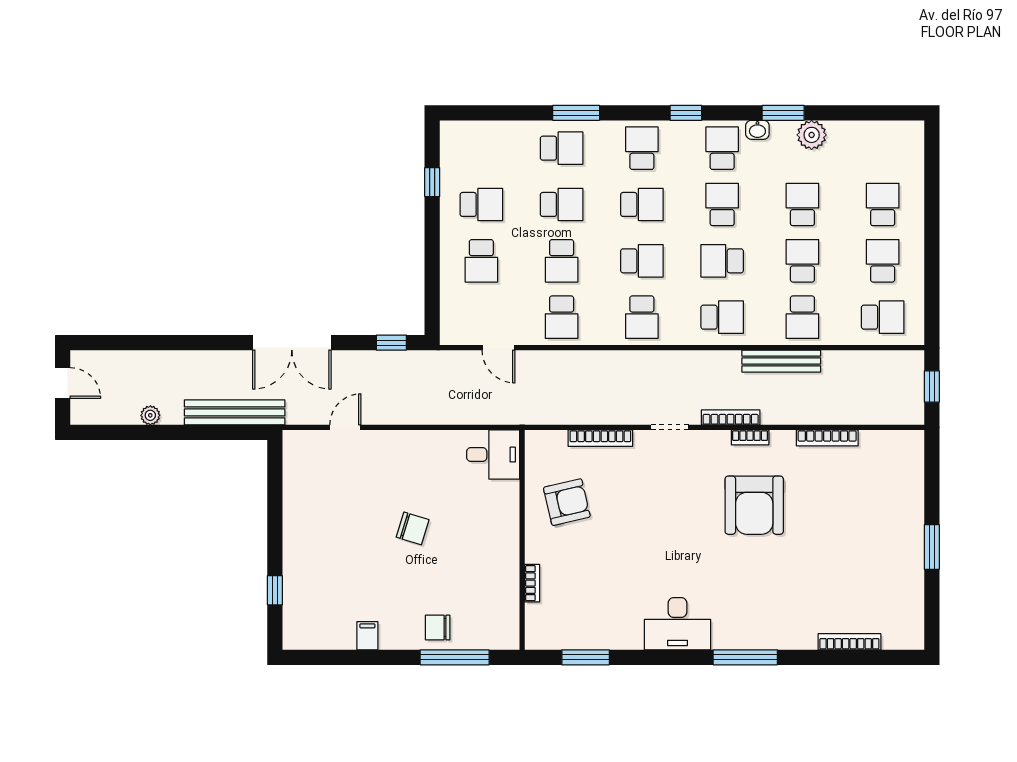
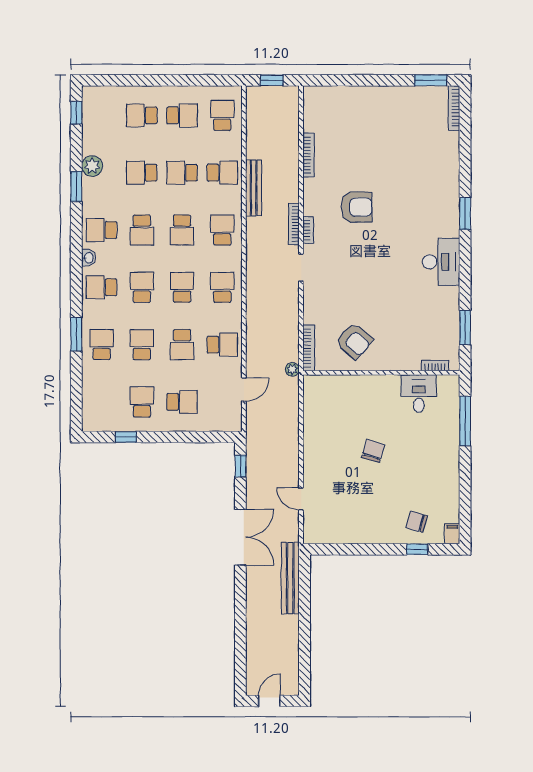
window: (686, 113) -> (76, 113), moved
washbasin: (757, 130) -> (88, 258), moved
school desk: (722, 204) -> (142, 230), turned -90
school desk: (562, 261) -> (182, 345), turned 90
school desk: (883, 261) -> (182, 115), turned 180
school desk: (642, 317) -> (222, 287), turned -90
plant: (150, 415) -> (292, 369), moved
bookcase: (750, 437) -> (308, 230), moved
bookcase: (600, 438) -> (309, 348), moved
desk: (493, 455) -> (419, 393), moved
armchair: (567, 502) -> (354, 341), turned 144
armchair: (754, 505) -> (356, 207), width x0.73, depth x0.73
window: (932, 547) -> (431, 80), moved
bookcase: (532, 583) -> (435, 366), moved
chair: (438, 627) -> (417, 522), moved, turned 106
filing cabinet: (367, 636) -> (452, 534), moved, turned 90
bookcase: (849, 642) -> (454, 108), moved
window: (745, 657) -> (465, 213), width x0.69

